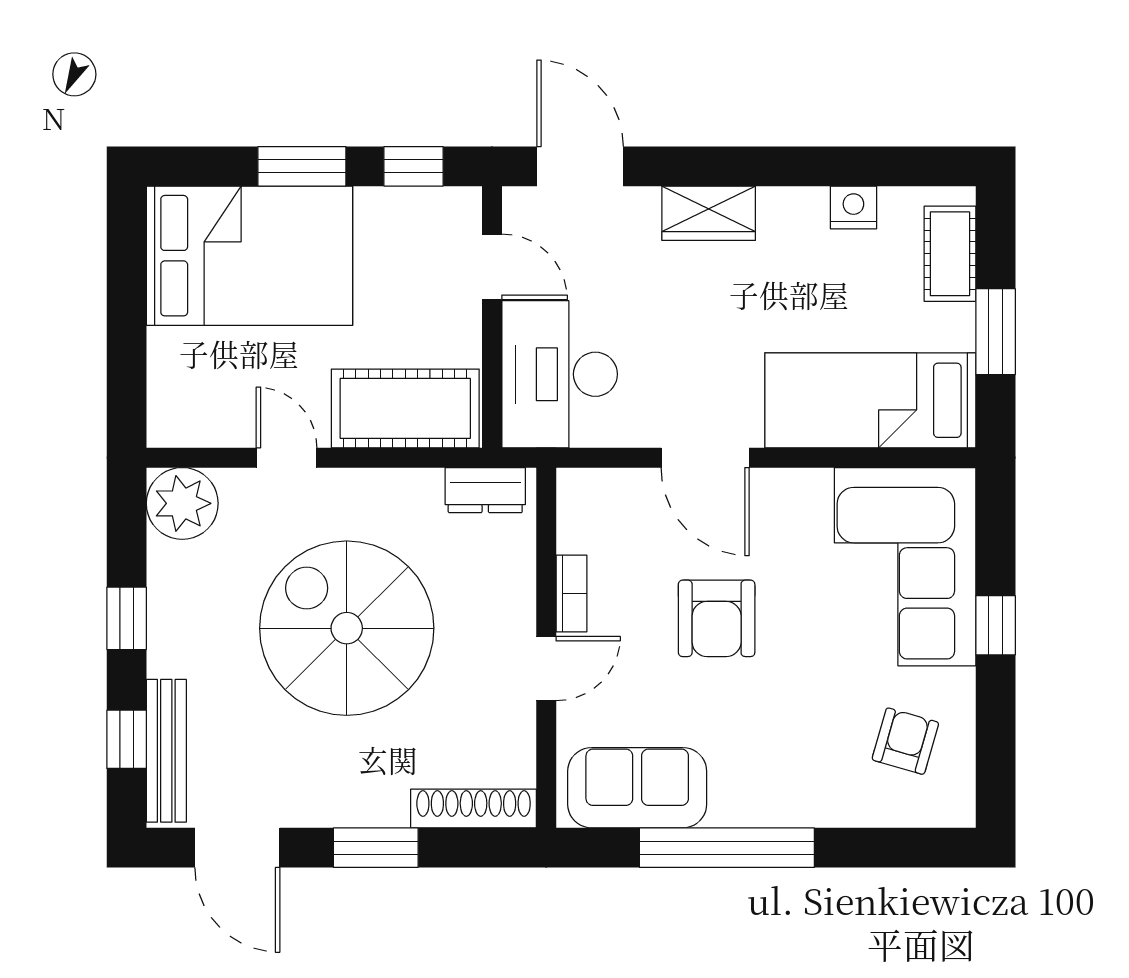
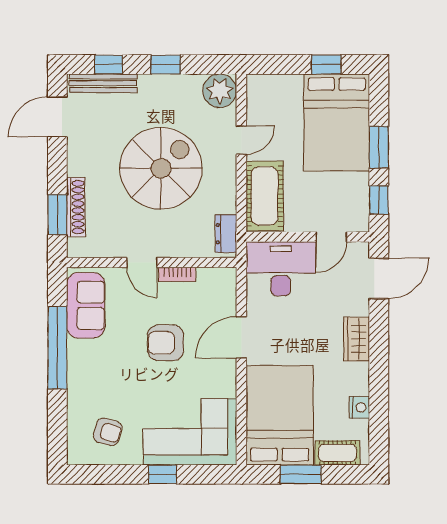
window: (127, 278) -> (326, 65), added
bed: (870, 400) -> (280, 415), width x1.50
shoe rack: (474, 809) -> (76, 207), moved
window: (376, 848) -> (57, 215), moved

